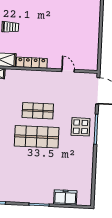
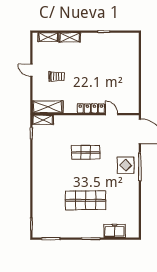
locker: (32, 63) -> (91, 108), moved
shop shelf: (37, 137) -> (86, 200), moved

